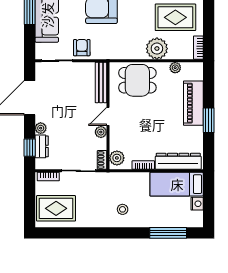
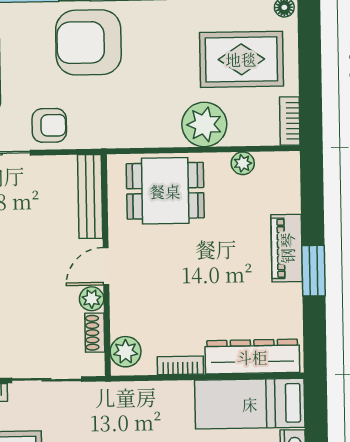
armchair: (82, 48) -> (49, 125), turned 90
piano: (193, 103) -> (287, 248), width x0.73, depth x0.75
shoe rack: (102, 160) -> (95, 333), moved

